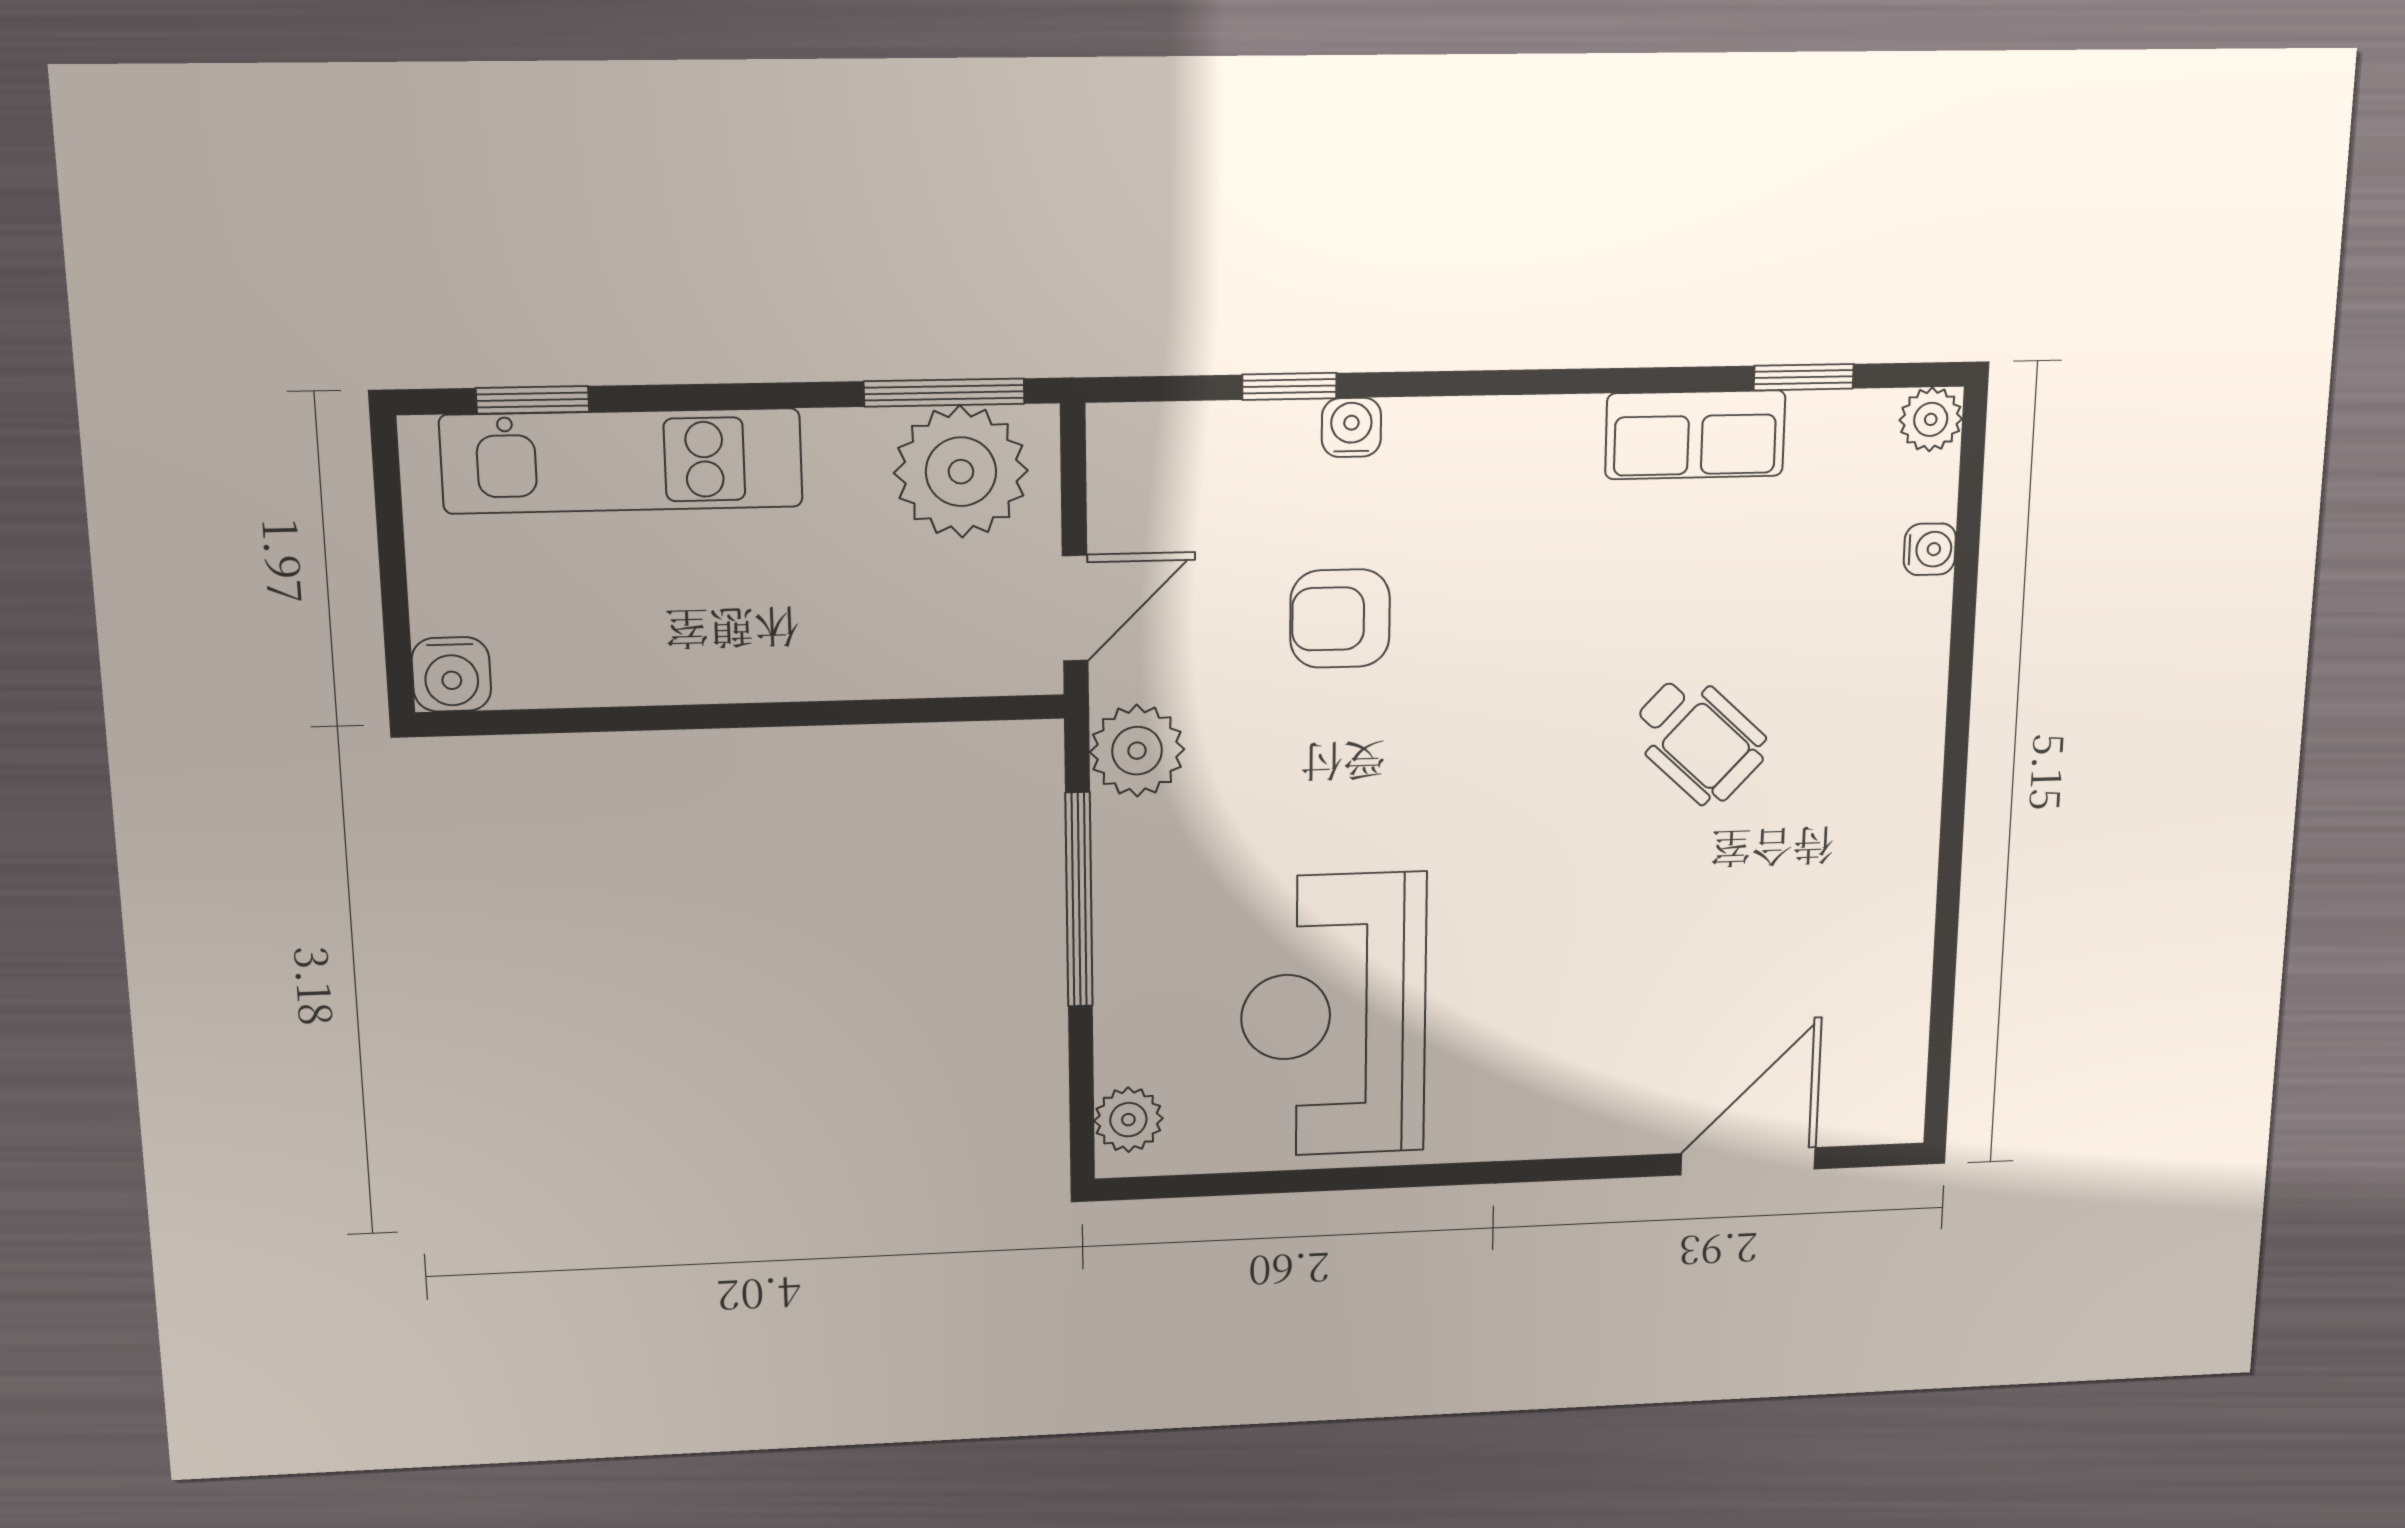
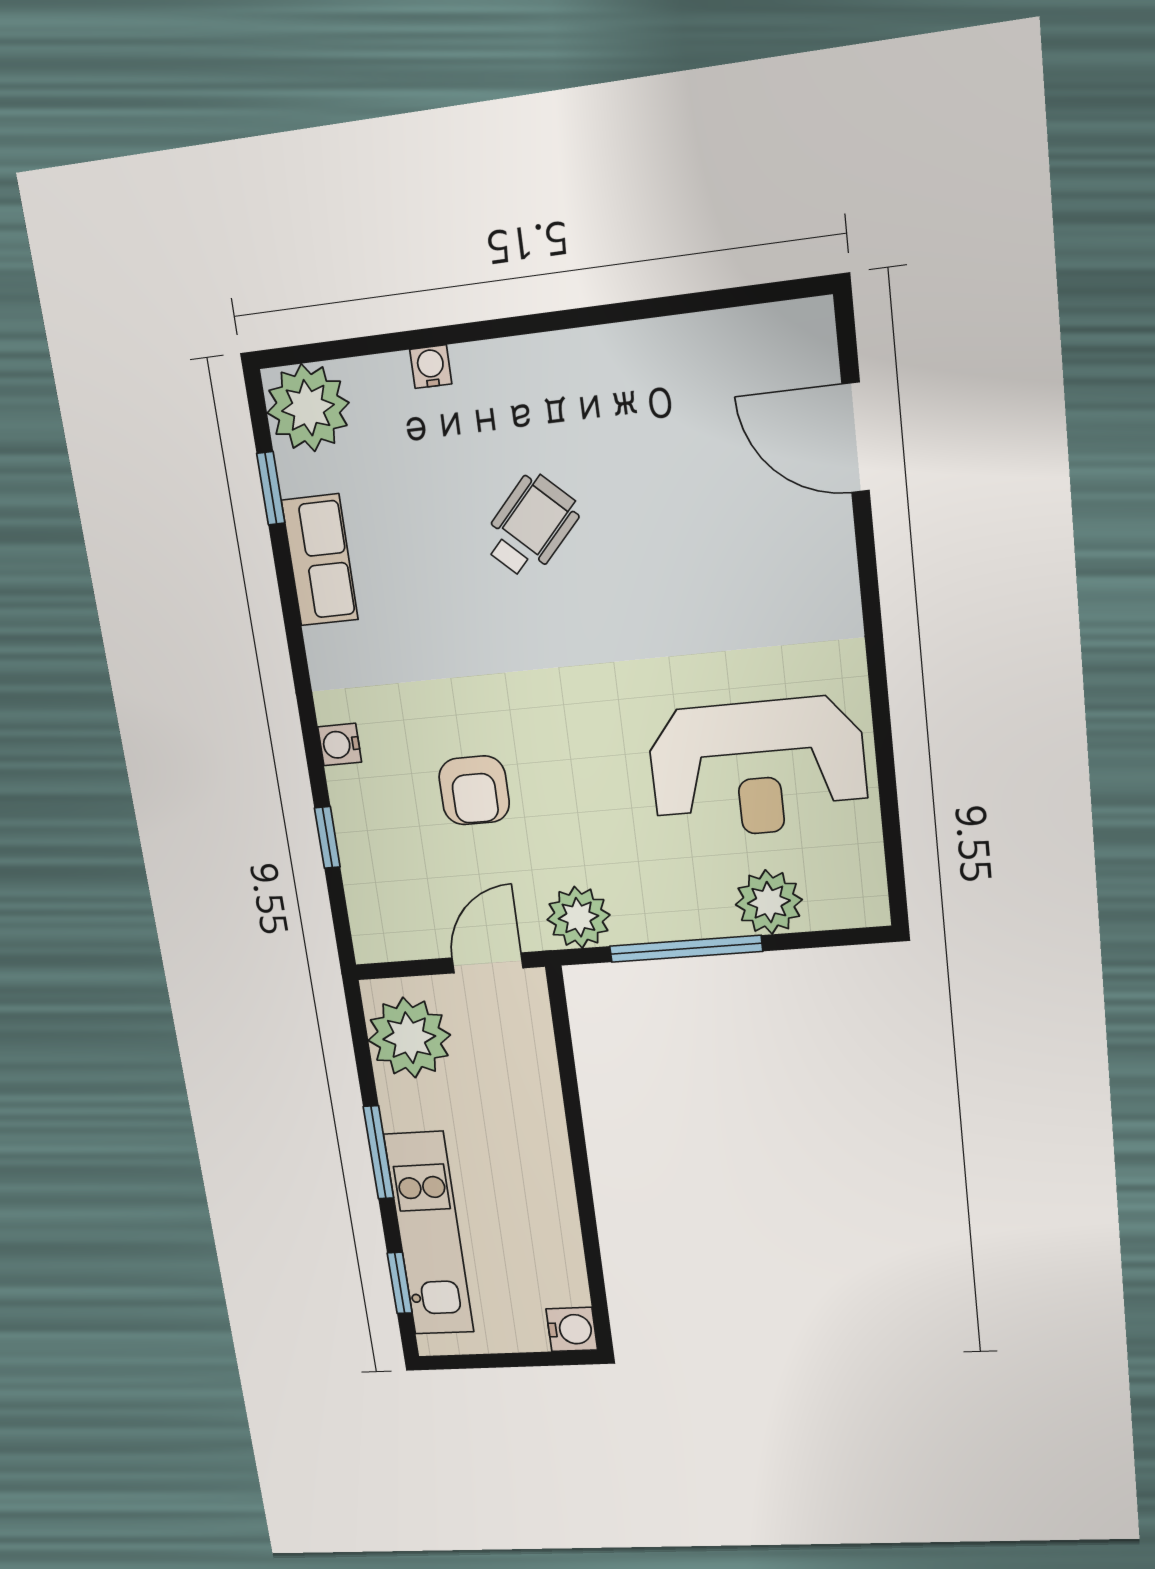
window: (944, 393) -> (378, 1152), moved
plant: (1931, 419) -> (308, 408), width x1.88, depth x1.88
water cooler: (1351, 427) -> (340, 745), moved
water cooler: (1930, 549) -> (431, 367), moved
door: (1075, 608) -> (487, 963), hinge flipped
plant: (1128, 1120) -> (769, 902), moved, width x1.38, depth x1.38

